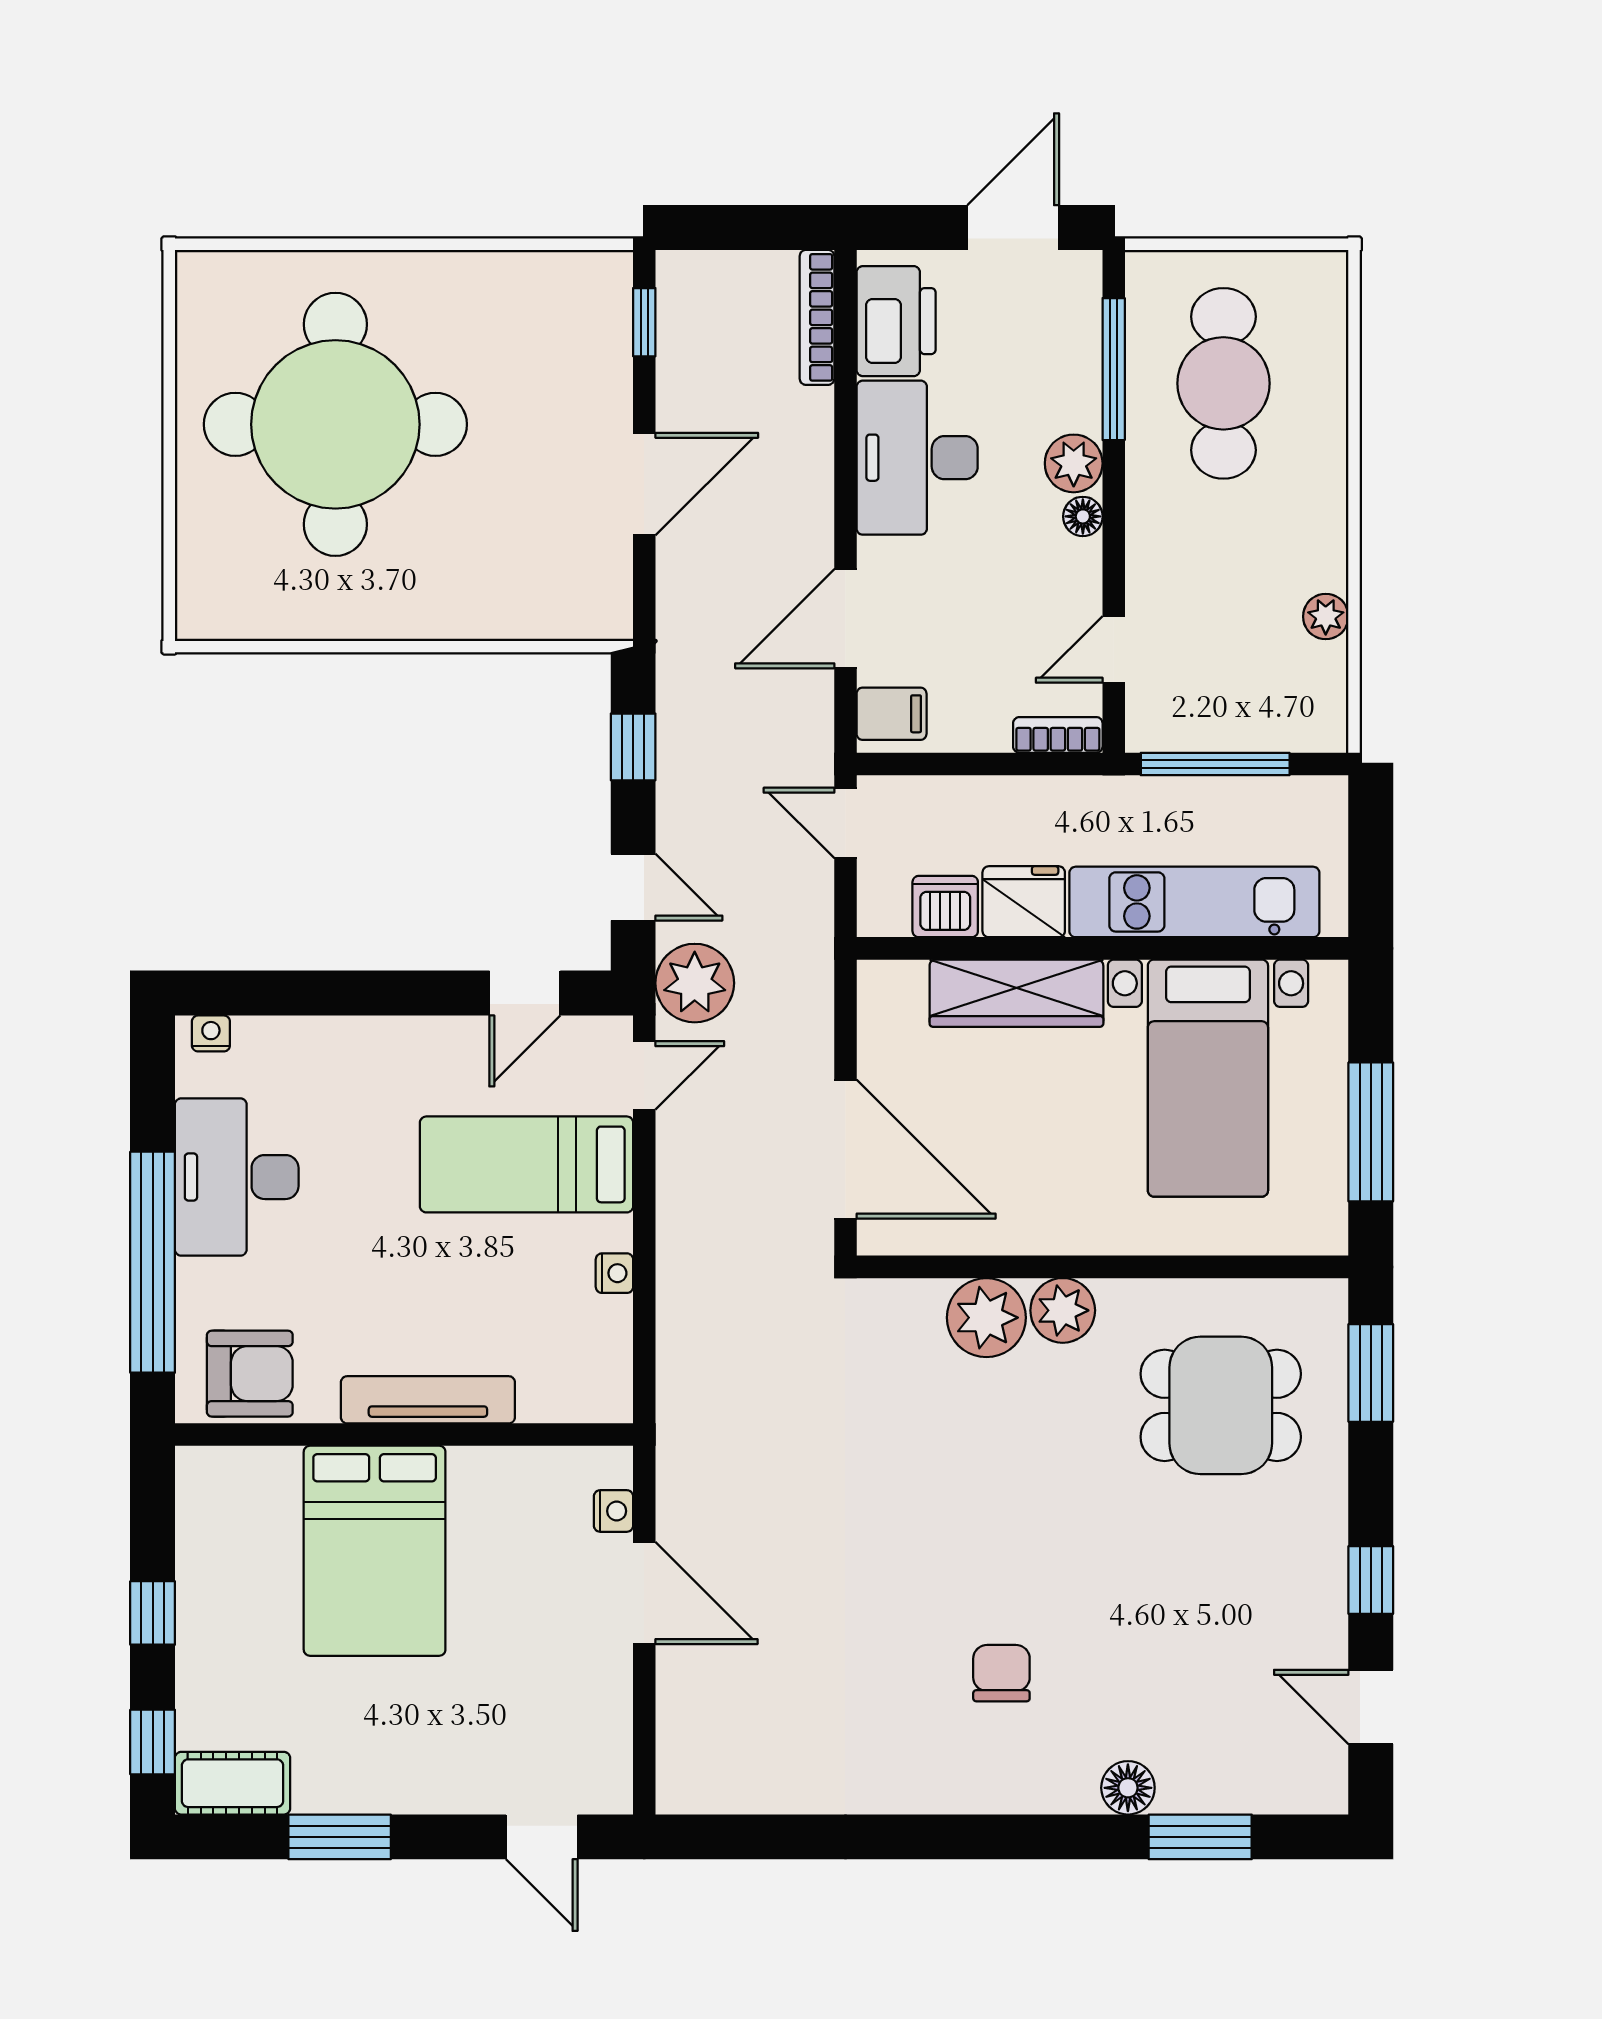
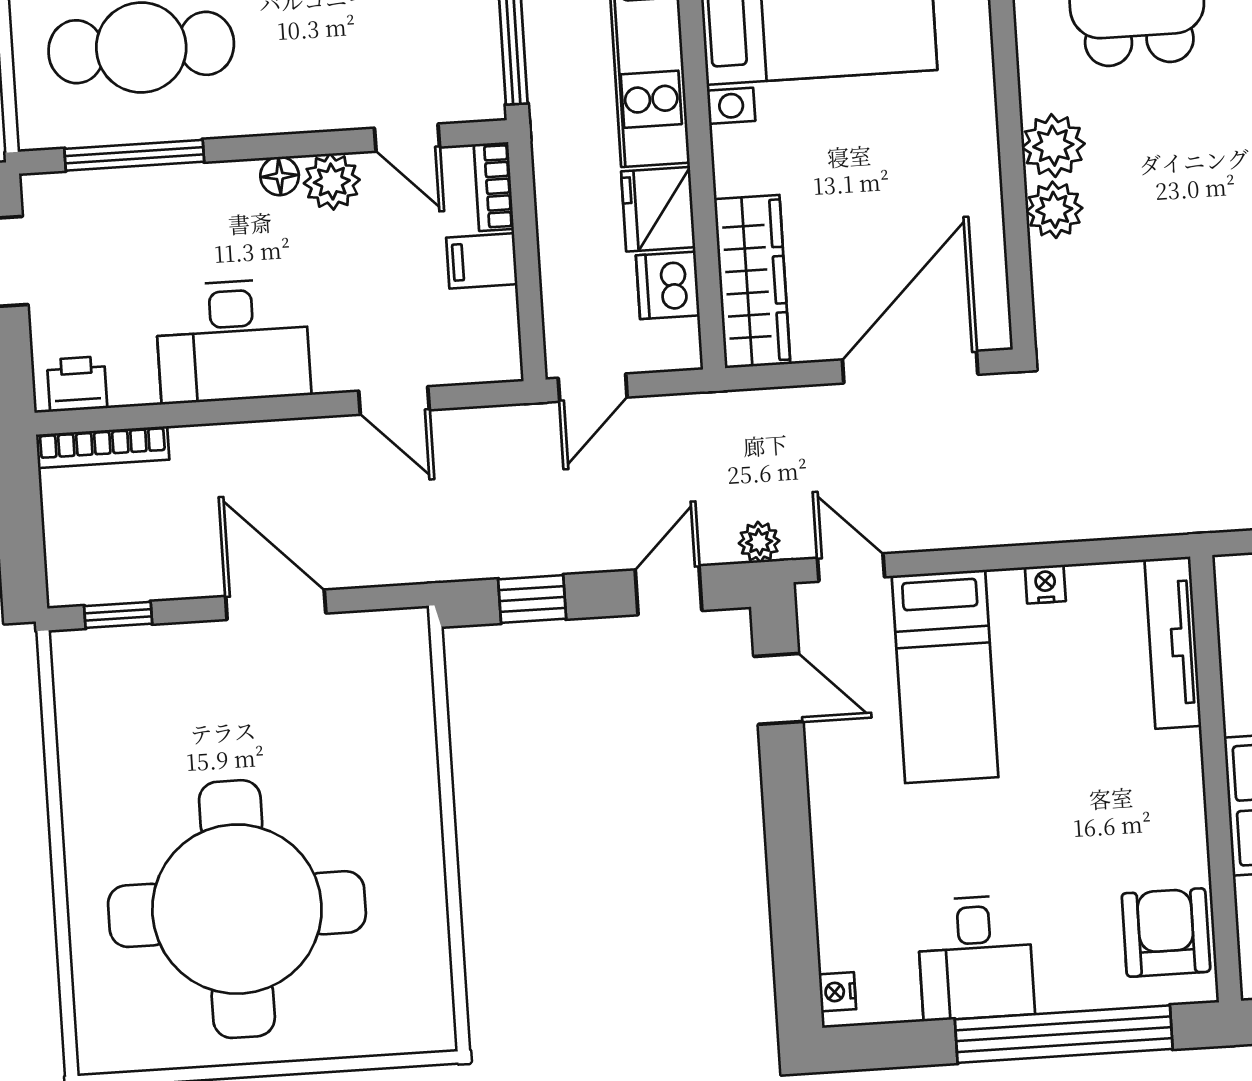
printer: (896, 321) -> (77, 384), width x0.53, depth x0.68
plant: (1074, 463) -> (332, 182), moved
door: (845, 619) -> (394, 400), width x0.73
filing cabinet: (892, 714) -> (482, 261), moved, turned -90
plant: (695, 983) -> (759, 542), width x0.53, depth x0.53
wardrobe: (1016, 993) -> (752, 281), moved
desk: (237, 1177) -> (976, 958), width x0.73
plant: (986, 1318) -> (1054, 210), width x0.73, depth x0.73
tv unit: (428, 1400) -> (1173, 643), moved

